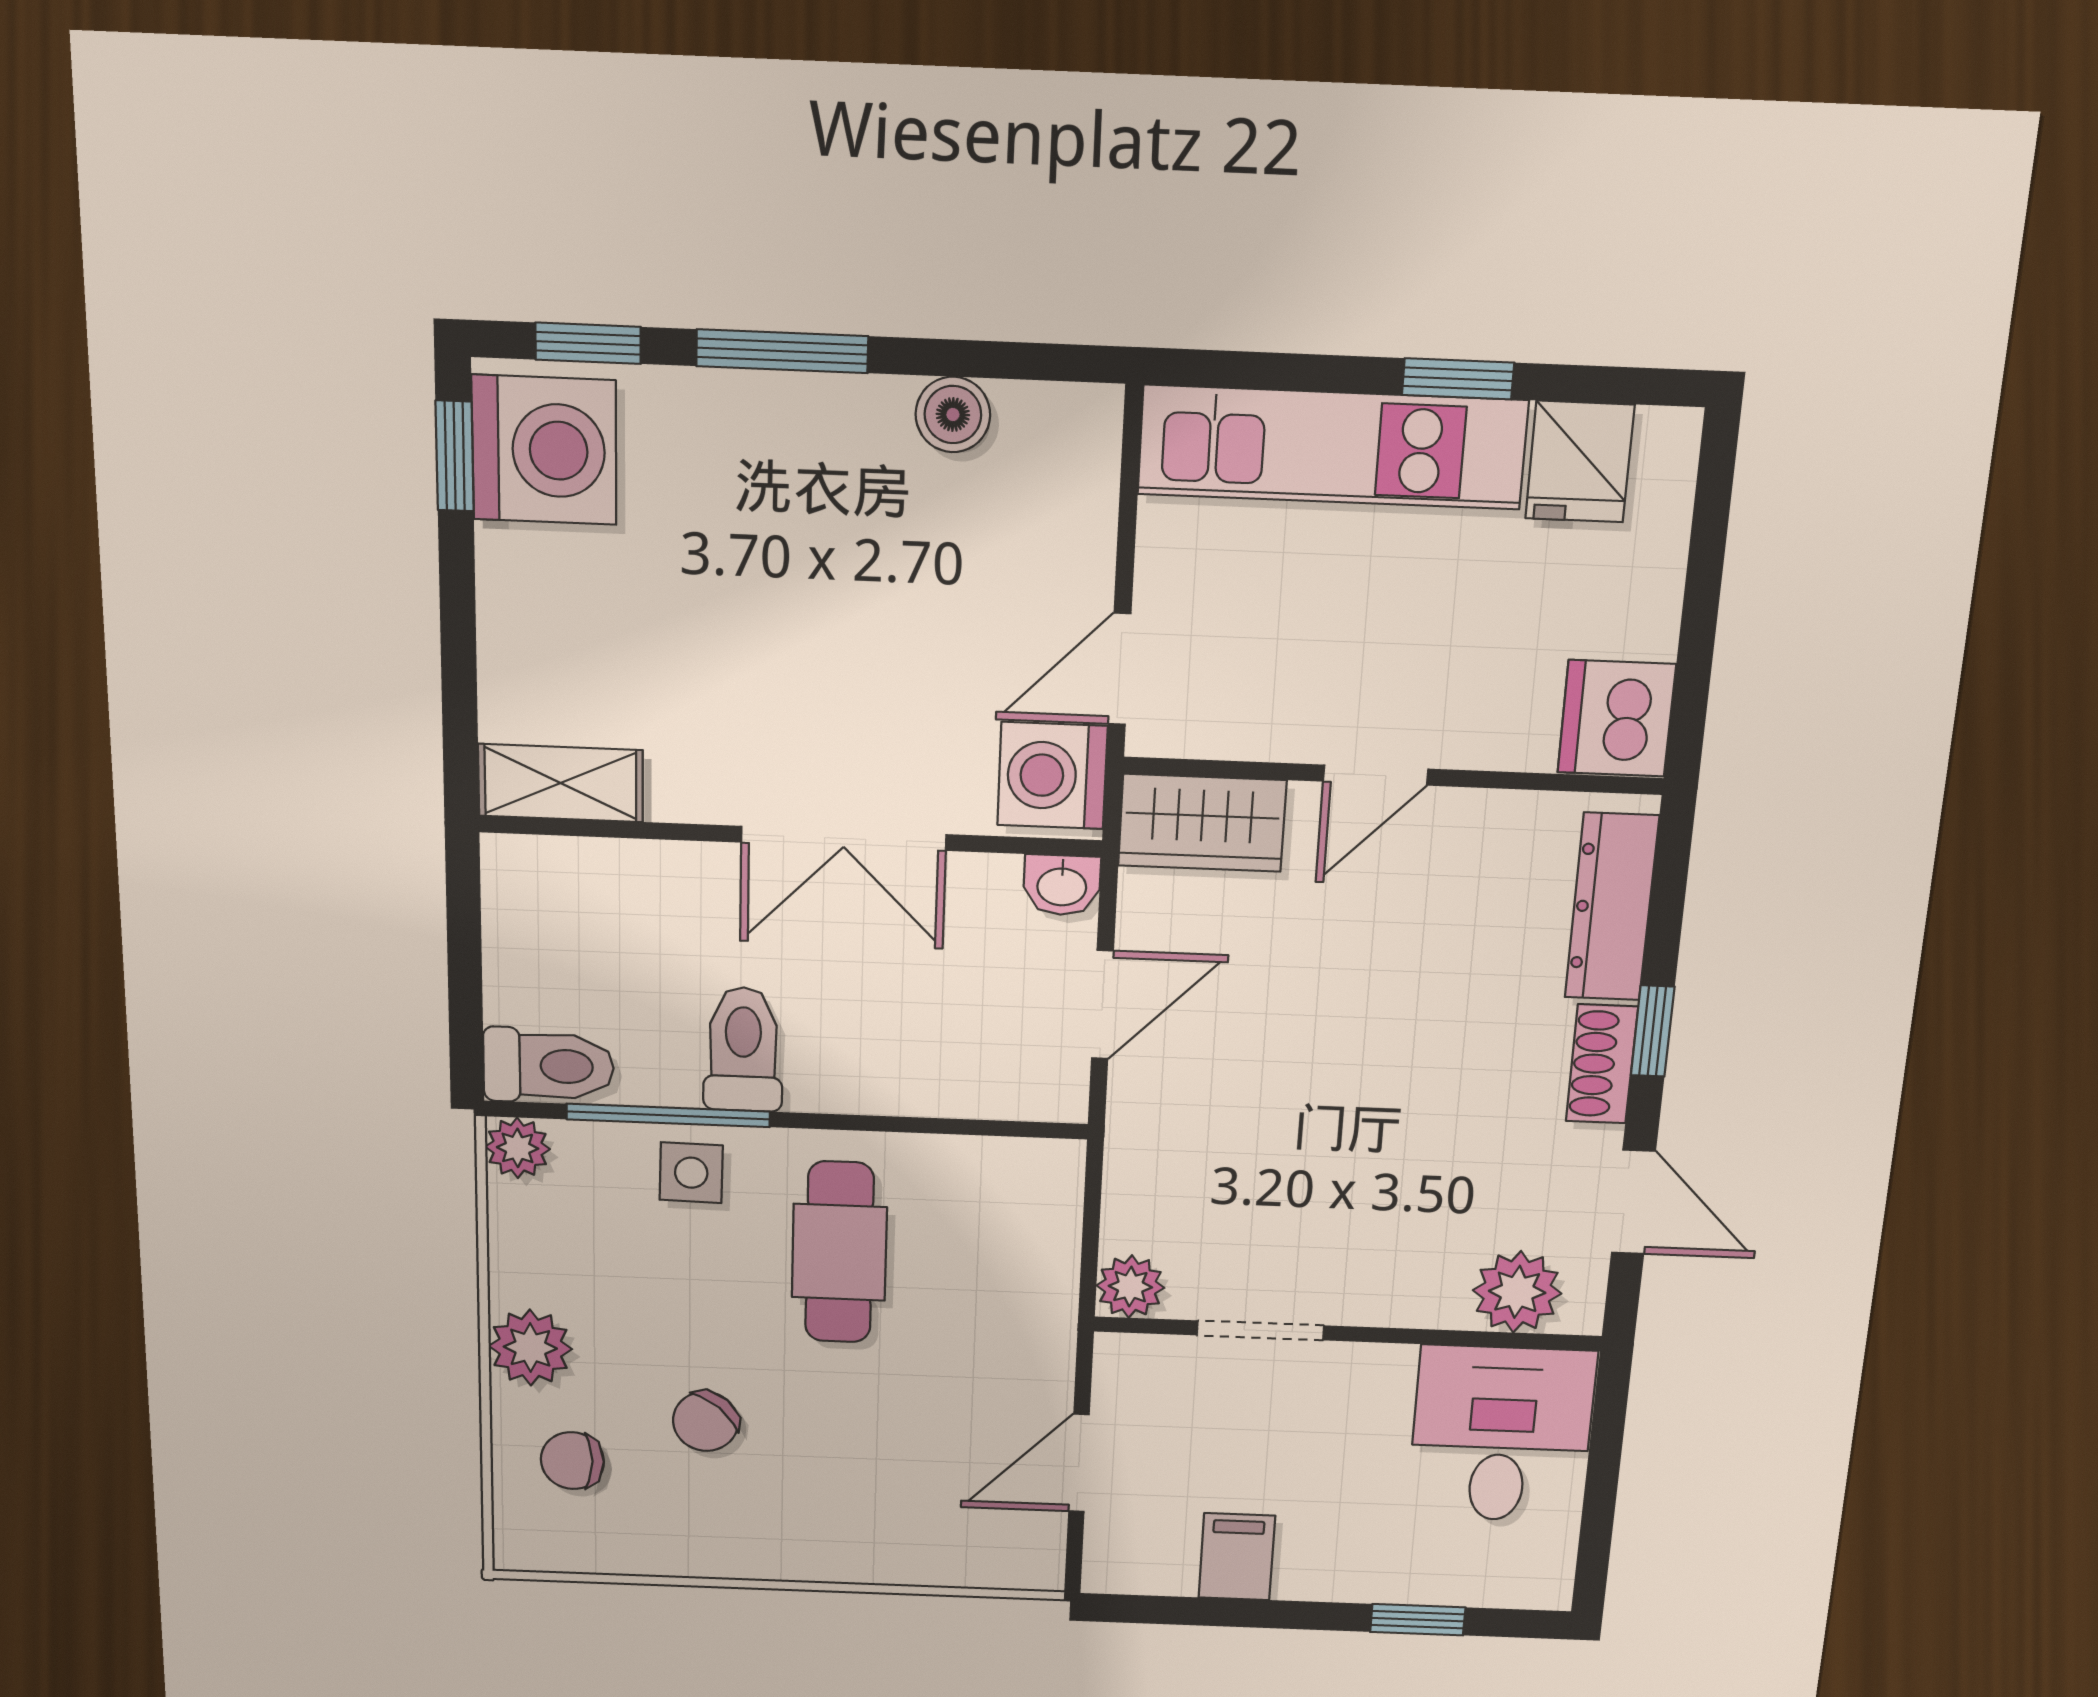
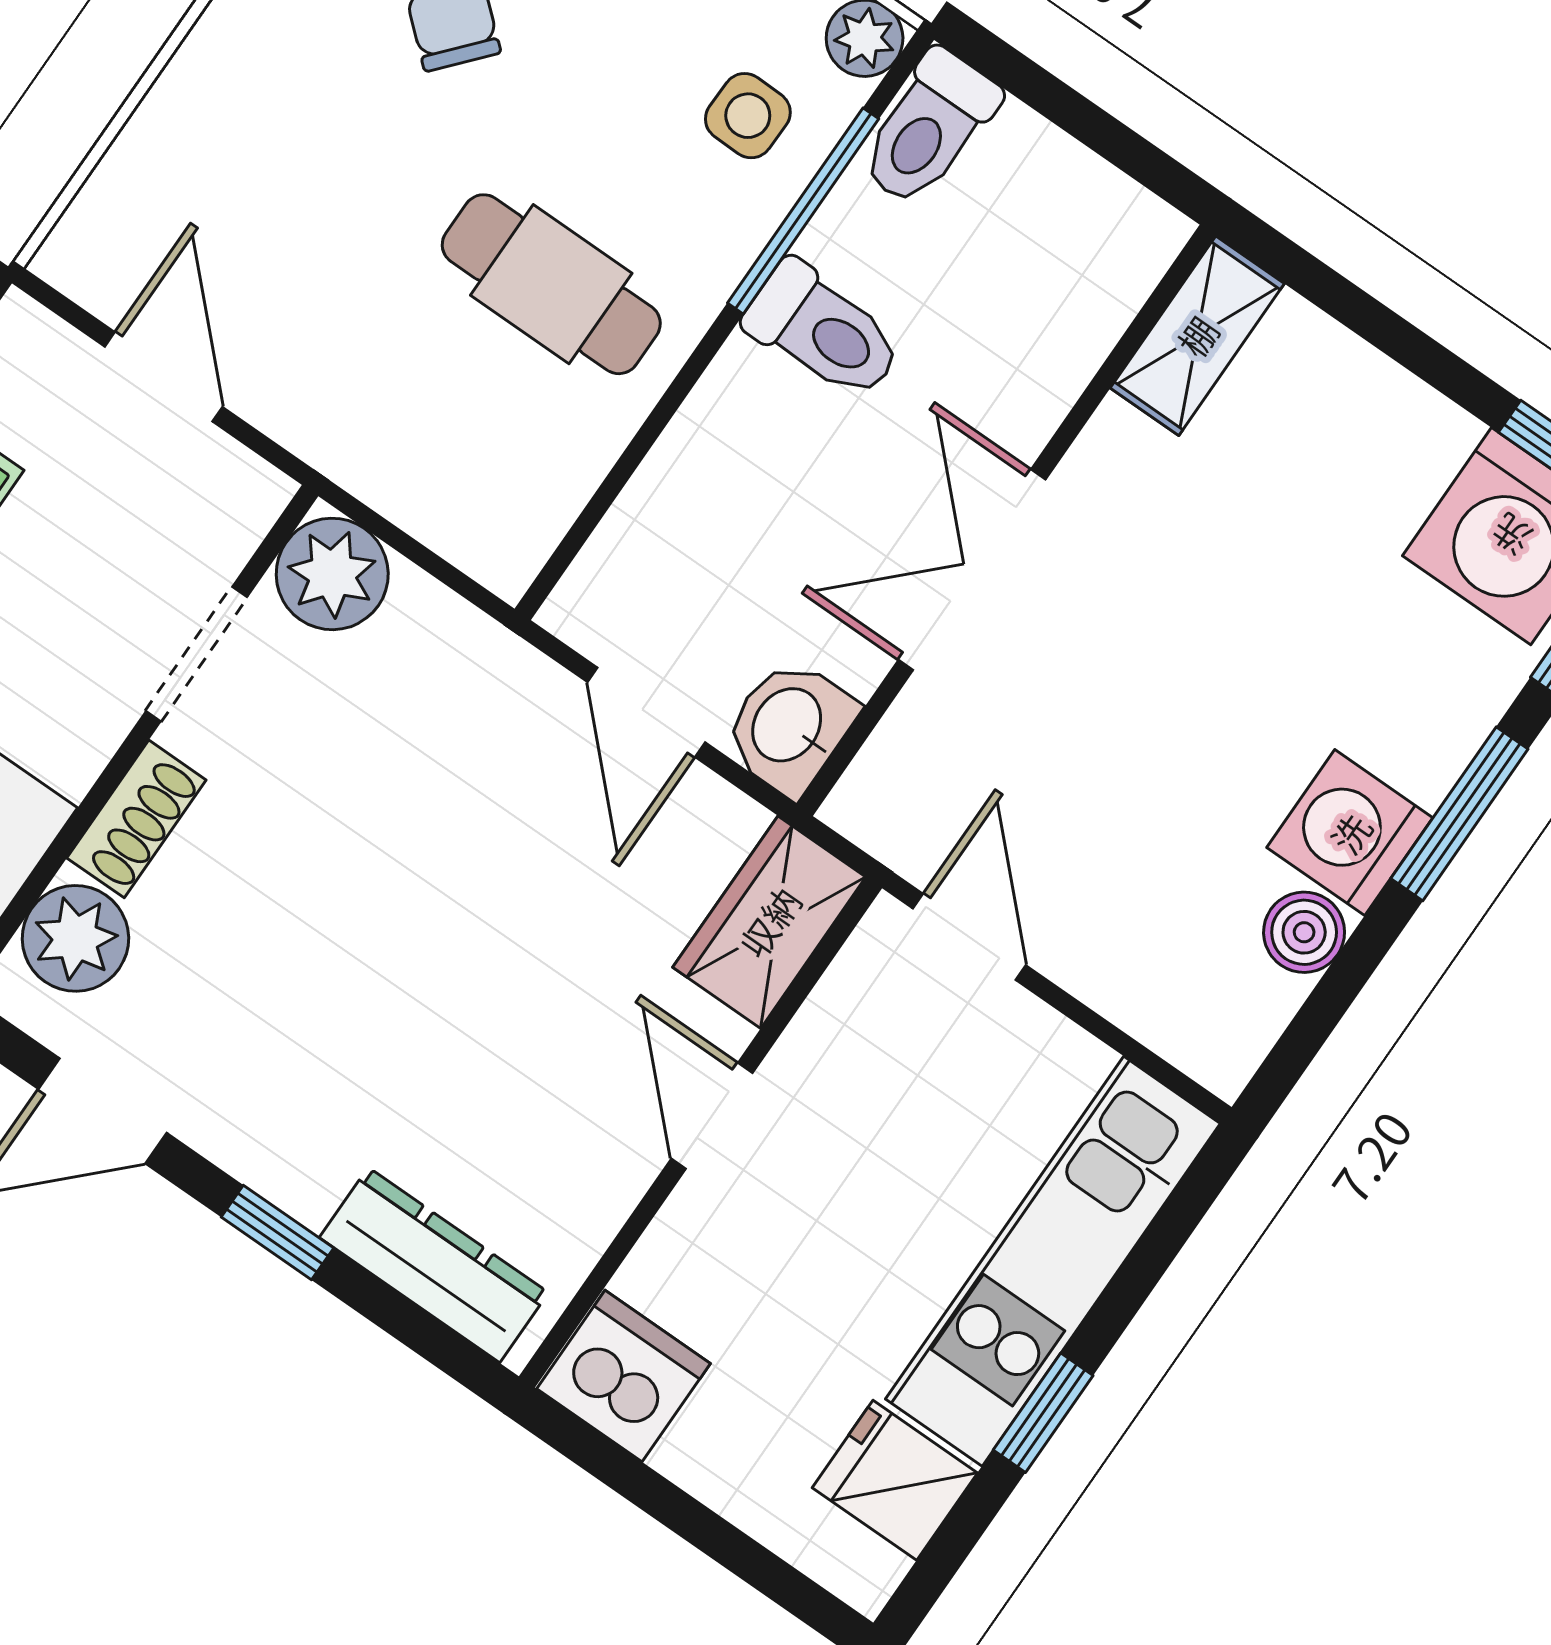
washing machine: (1052, 776) -> (1350, 833), moved, turned -90
washbasin: (1062, 885) -> (789, 727), width x1.38, depth x1.45
shoe rack: (1602, 1064) -> (136, 819), moved, turned 90
side table: (691, 1173) -> (748, 116), moved
plant: (1130, 1287) -> (332, 574), width x1.38, depth x1.38

